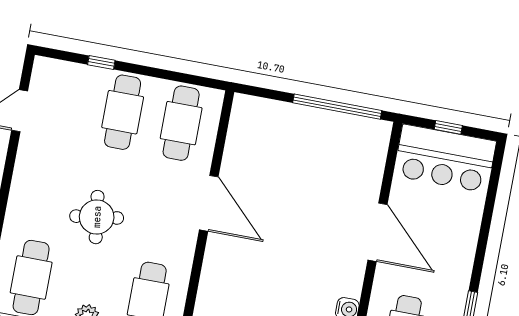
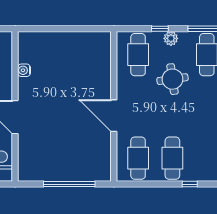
window: (337, 107) -> (69, 184), moved
round table: (97, 217) -> (172, 79), moved

